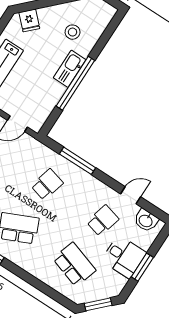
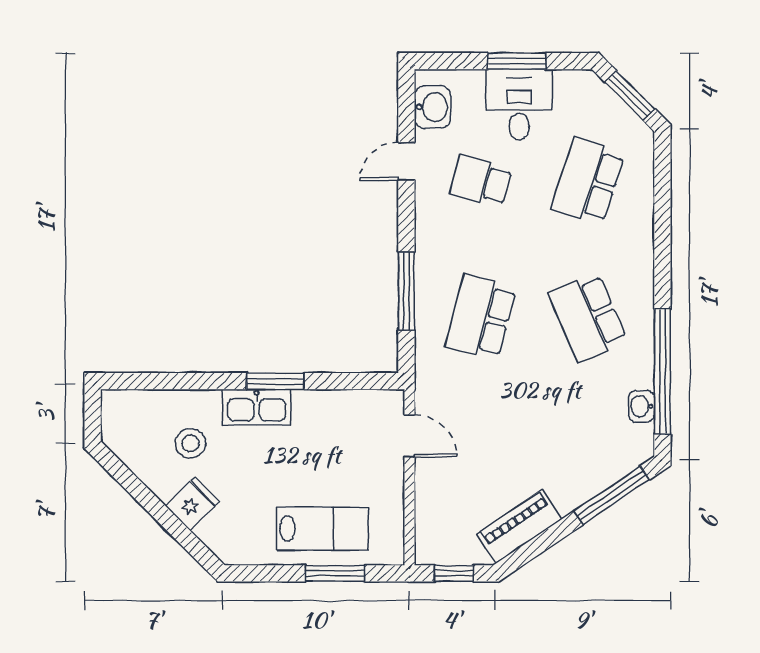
fridge: (29, 21) -> (192, 504), moved
window: (75, 83) -> (275, 381), width x0.47
school desk: (47, 184) -> (481, 317), width x1.85
door: (131, 195) -> (406, 161), hinge flipped

